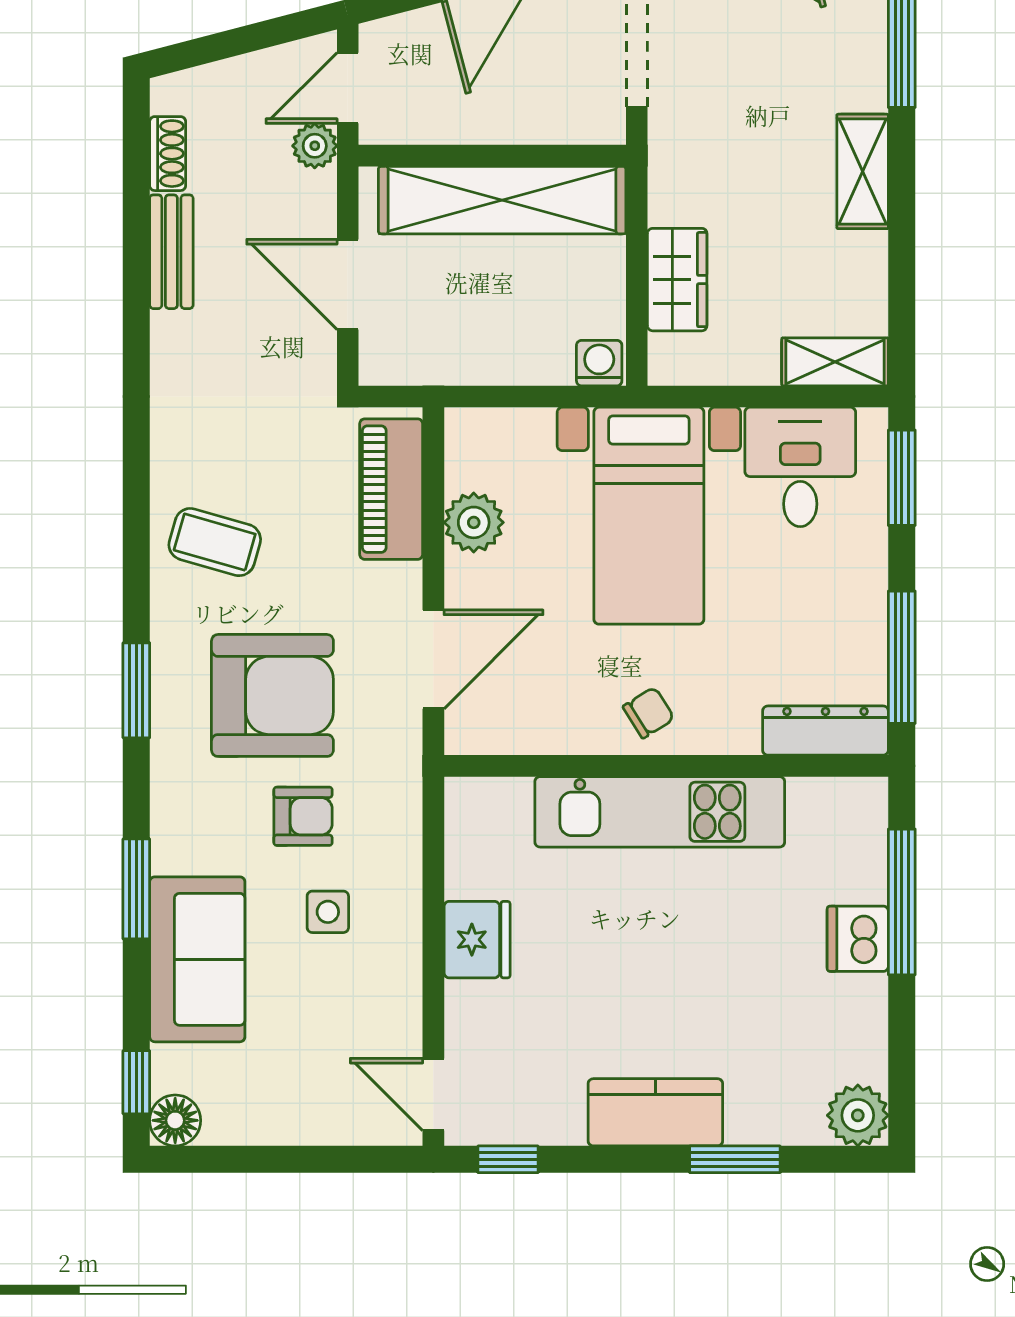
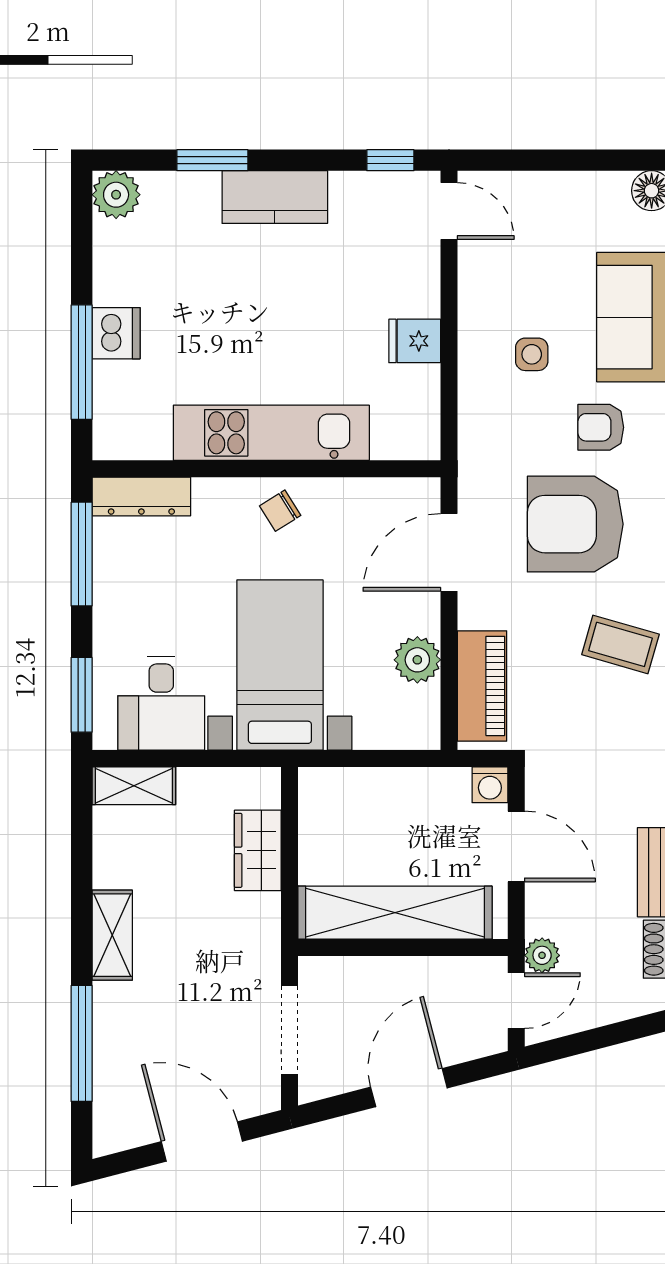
washing machine: (599, 363) -> (490, 785), moved
armchair: (303, 816) -> (601, 427), moved
fridge: (477, 940) -> (415, 341), width x0.72

